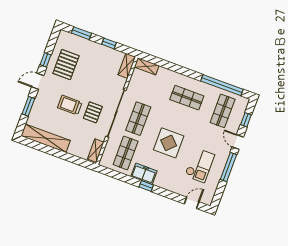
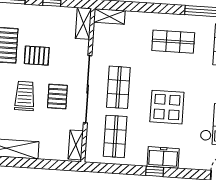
pallet: (87, 79) -> (37, 56), added
trolley: (70, 105) -> (25, 96), turned 90
freezer: (144, 174) -> (163, 157), moved

